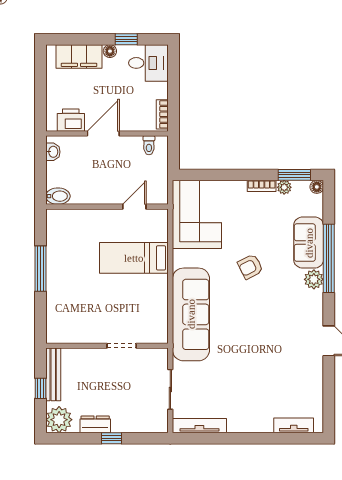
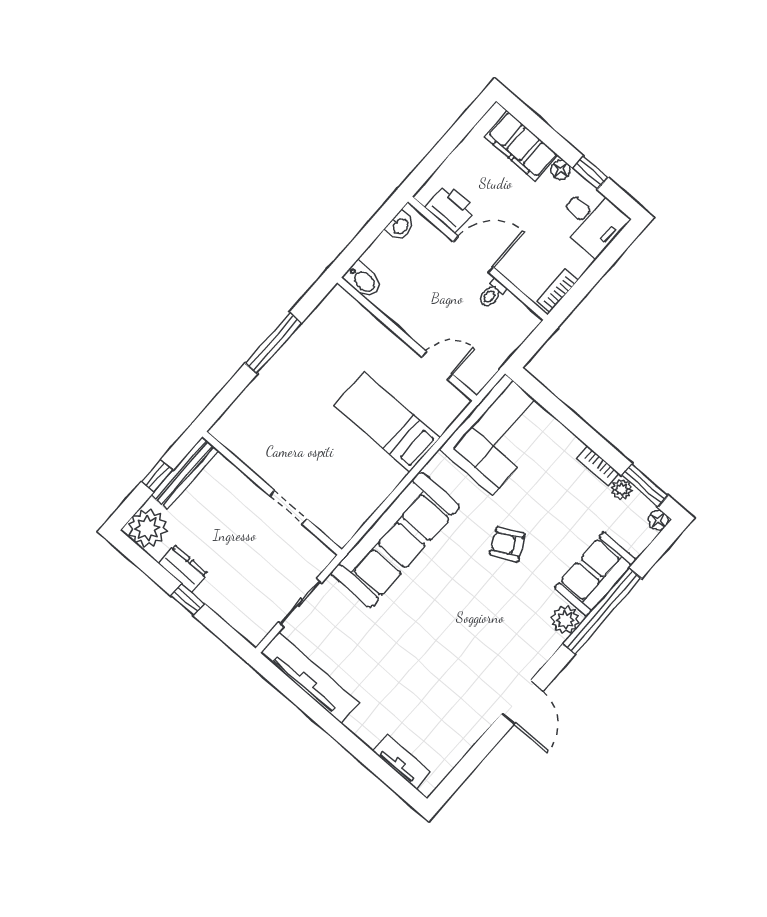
toilet: (149, 145) -> (492, 294), moved
tv unit: (199, 426) -> (310, 678), width x1.36, depth x1.29

